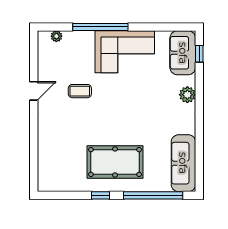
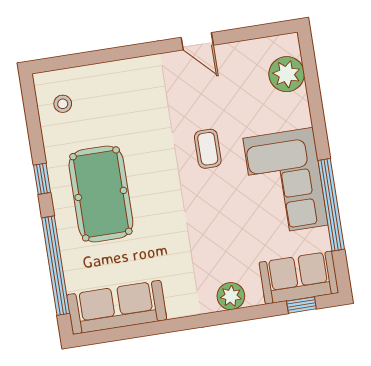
window: (100, 27) -> (331, 205), moved
plant: (56, 36) -> (287, 74), width x1.88, depth x1.88
coffee table: (80, 91) -> (208, 149), moved
stool: (58, 176) -> (63, 104), added

